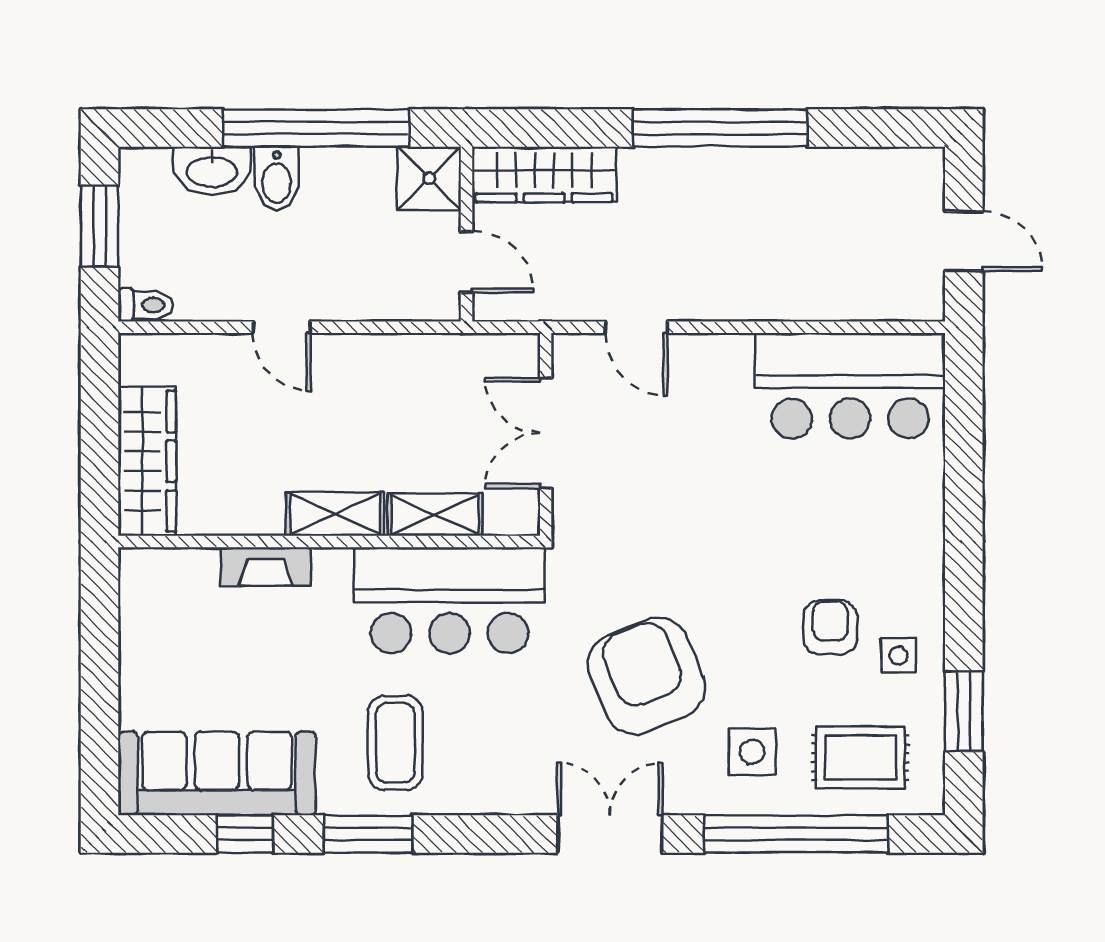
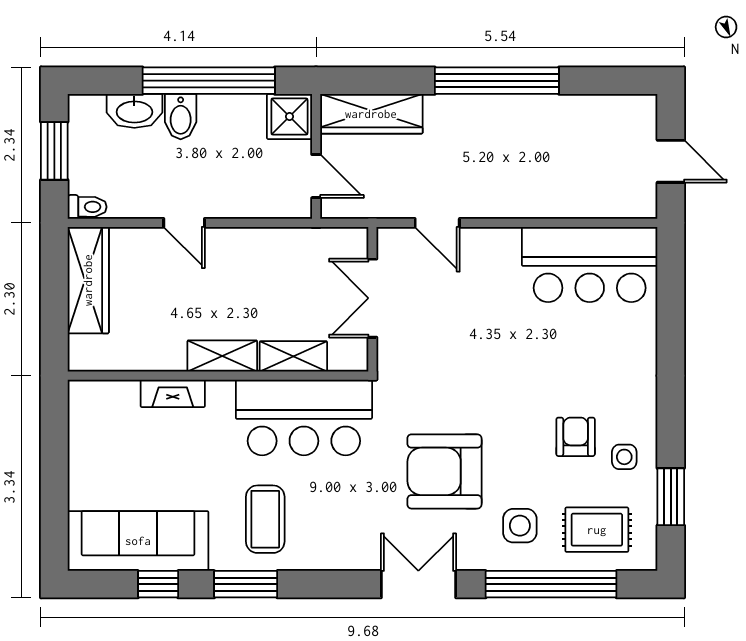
wardrobe: (147, 461) -> (88, 280), moved
armchair: (646, 676) -> (444, 471), turned -68

